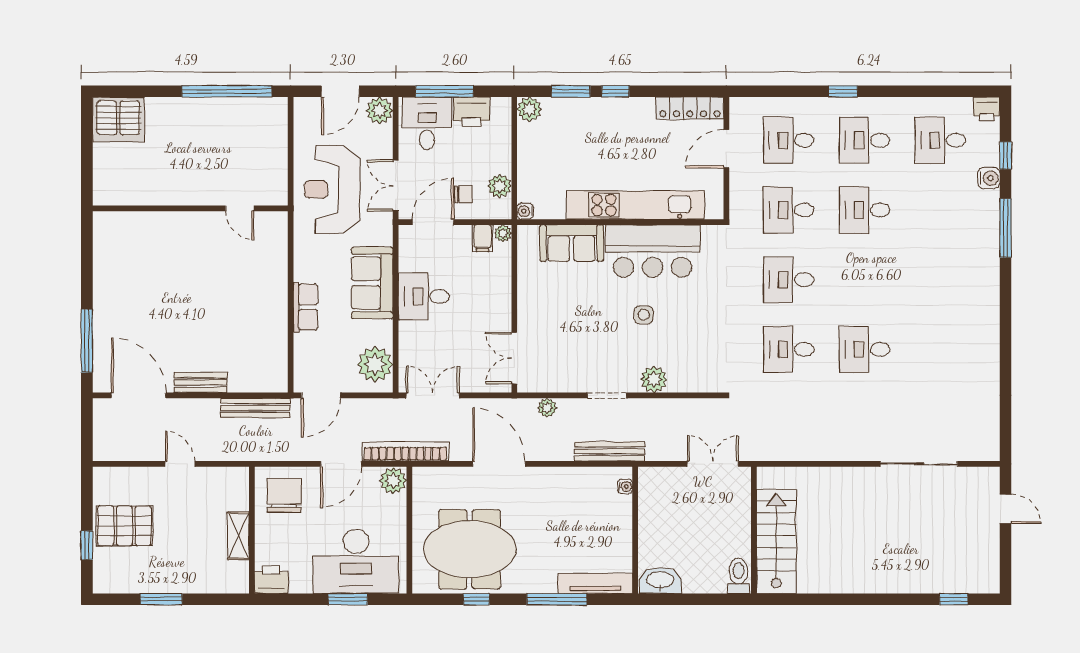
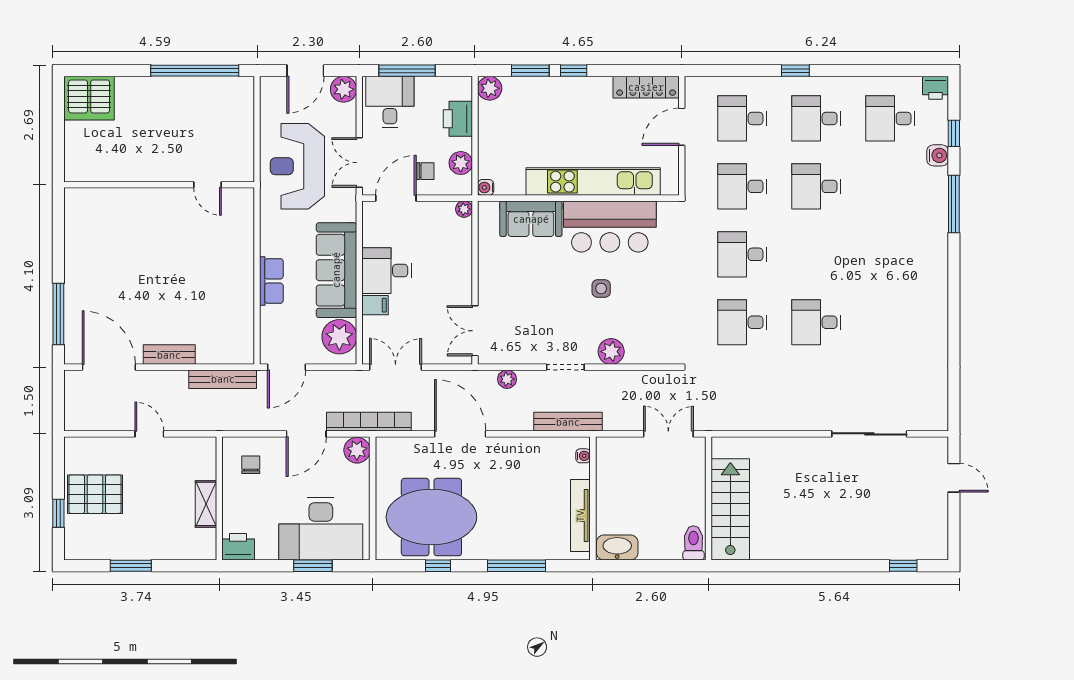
printer: (471, 112) -> (458, 119), moved, turned 90
filing cabinet: (483, 238) -> (375, 305), moved, turned -90
sofa: (372, 283) -> (336, 270), width x1.36
chair: (284, 495) -> (251, 465), width x0.54, depth x0.54
tv unit: (595, 583) -> (580, 516), moved, turned -90

